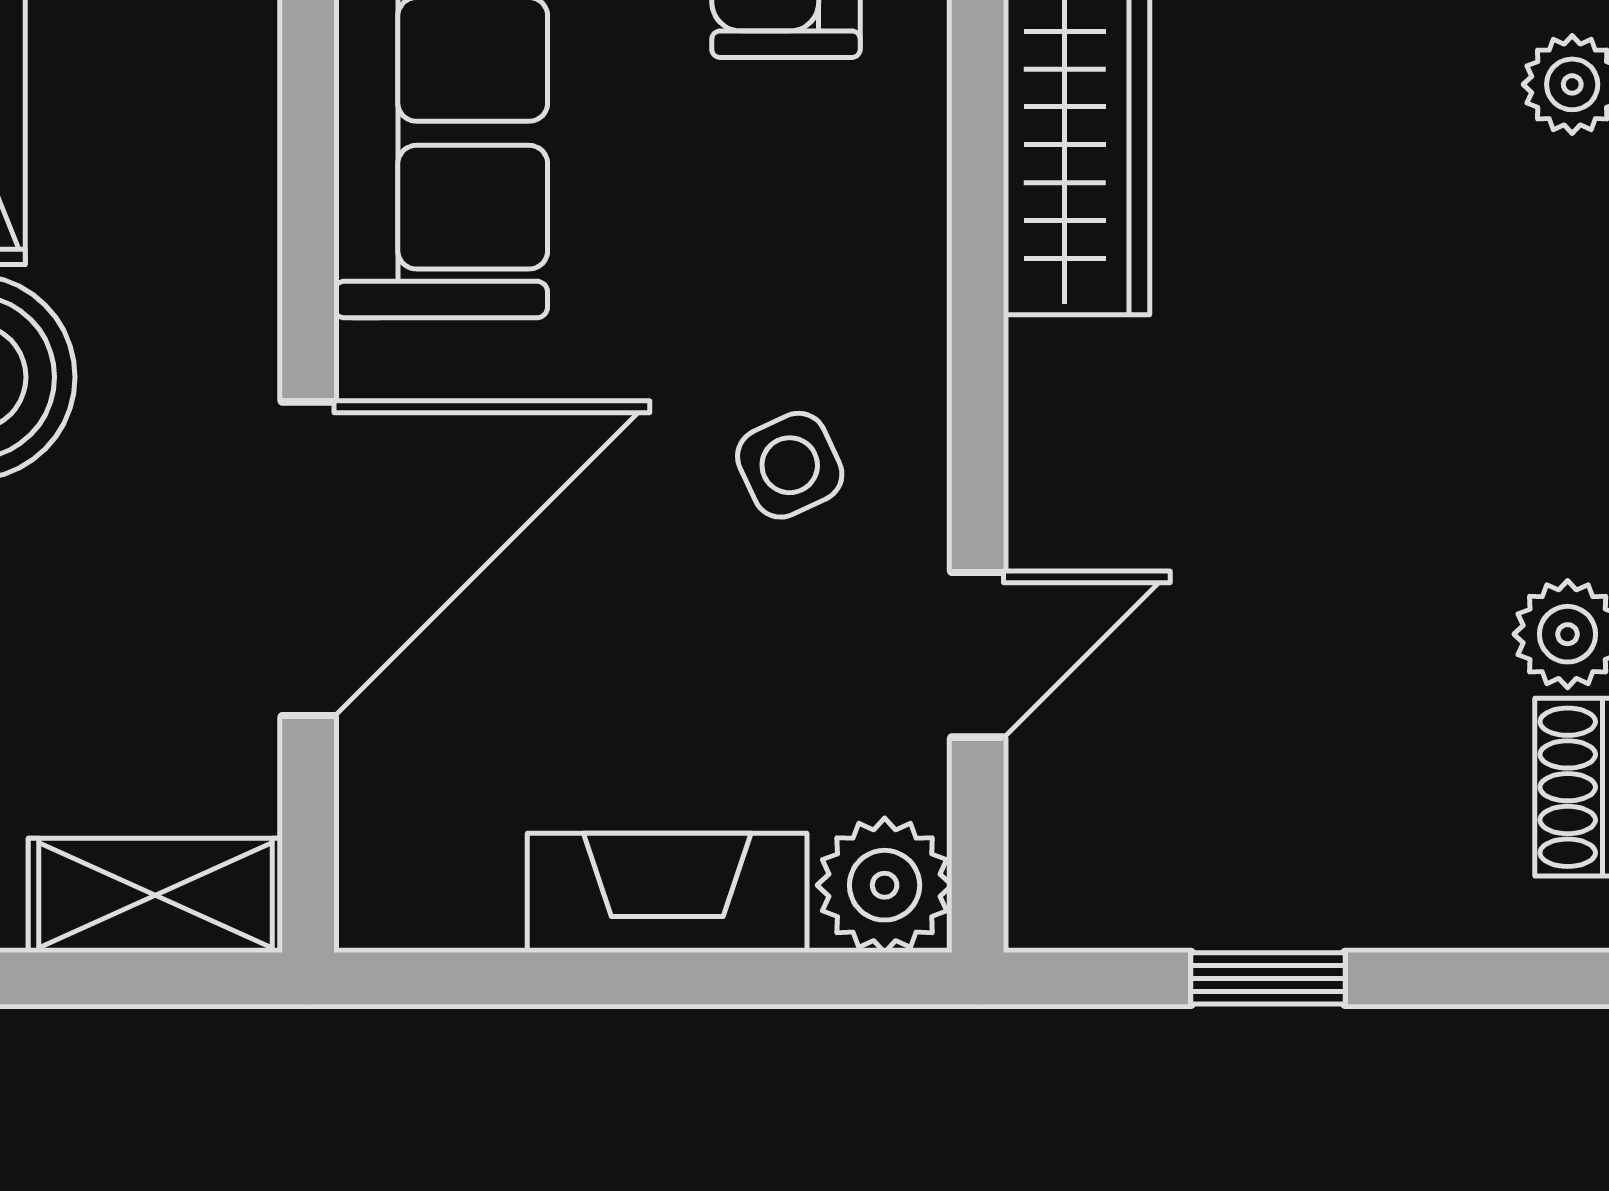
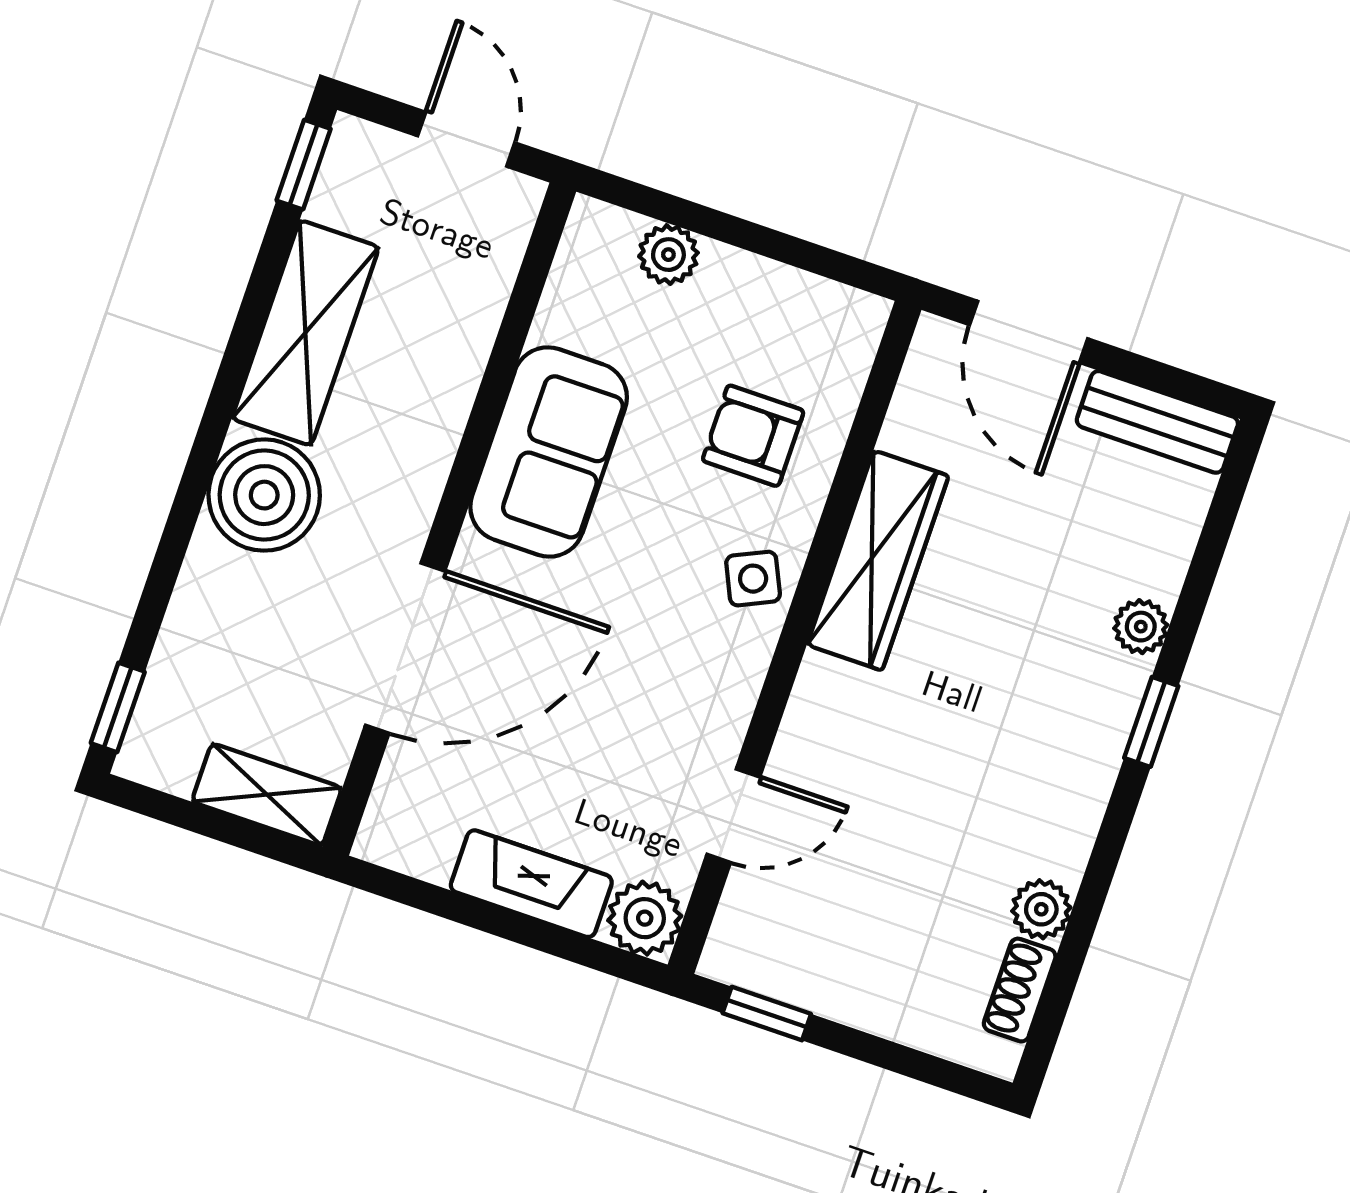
side table: (790, 465) -> (753, 579), moved
window: (1268, 978) -> (767, 1014), moved

